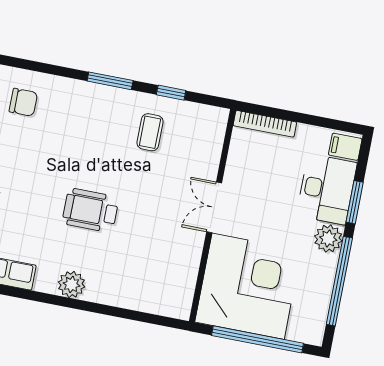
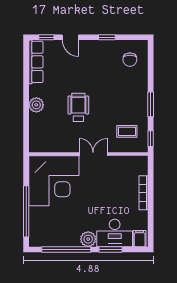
double door: (214, 207) -> (93, 154), moved
wall: (213, 216) -> (88, 154), moved
corner desk: (248, 286) -> (54, 181), moved

